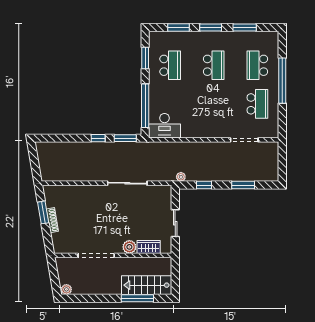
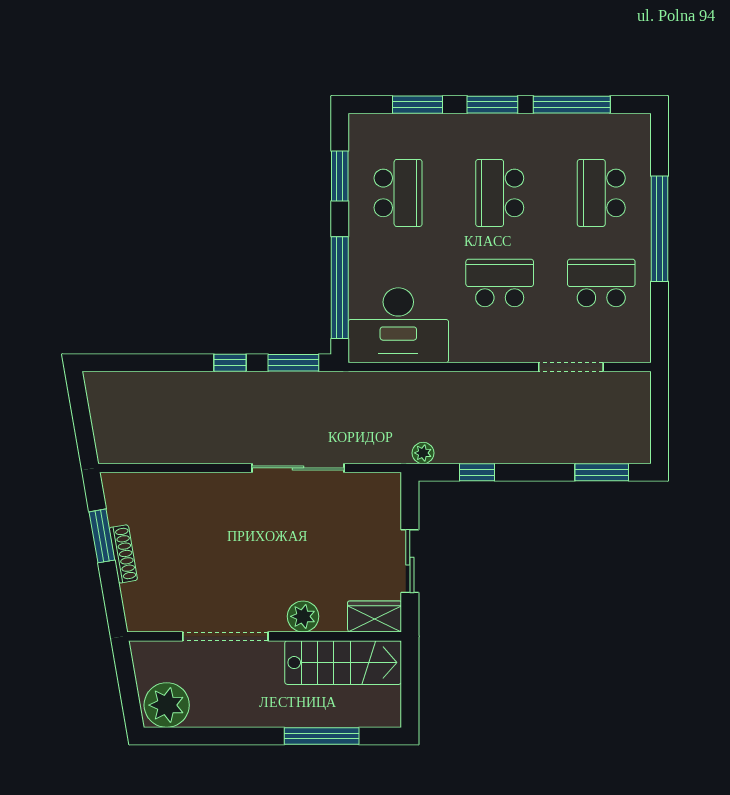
window: (245, 27) -> (572, 105), width x1.44
school desk: (214, 65) -> (500, 193), turned 180
school desk: (214, 104) -> (500, 283), added
school desk: (257, 104) -> (601, 283), turned -90
desk: (165, 126) -> (398, 325), width x1.36, depth x1.30
window: (243, 185) -> (602, 472), moved
wardrobe: (149, 247) -> (375, 617), moved
stairs: (147, 285) -> (343, 663), moved, turned 180
plant: (66, 289) -> (167, 705), width x1.87, depth x1.87

